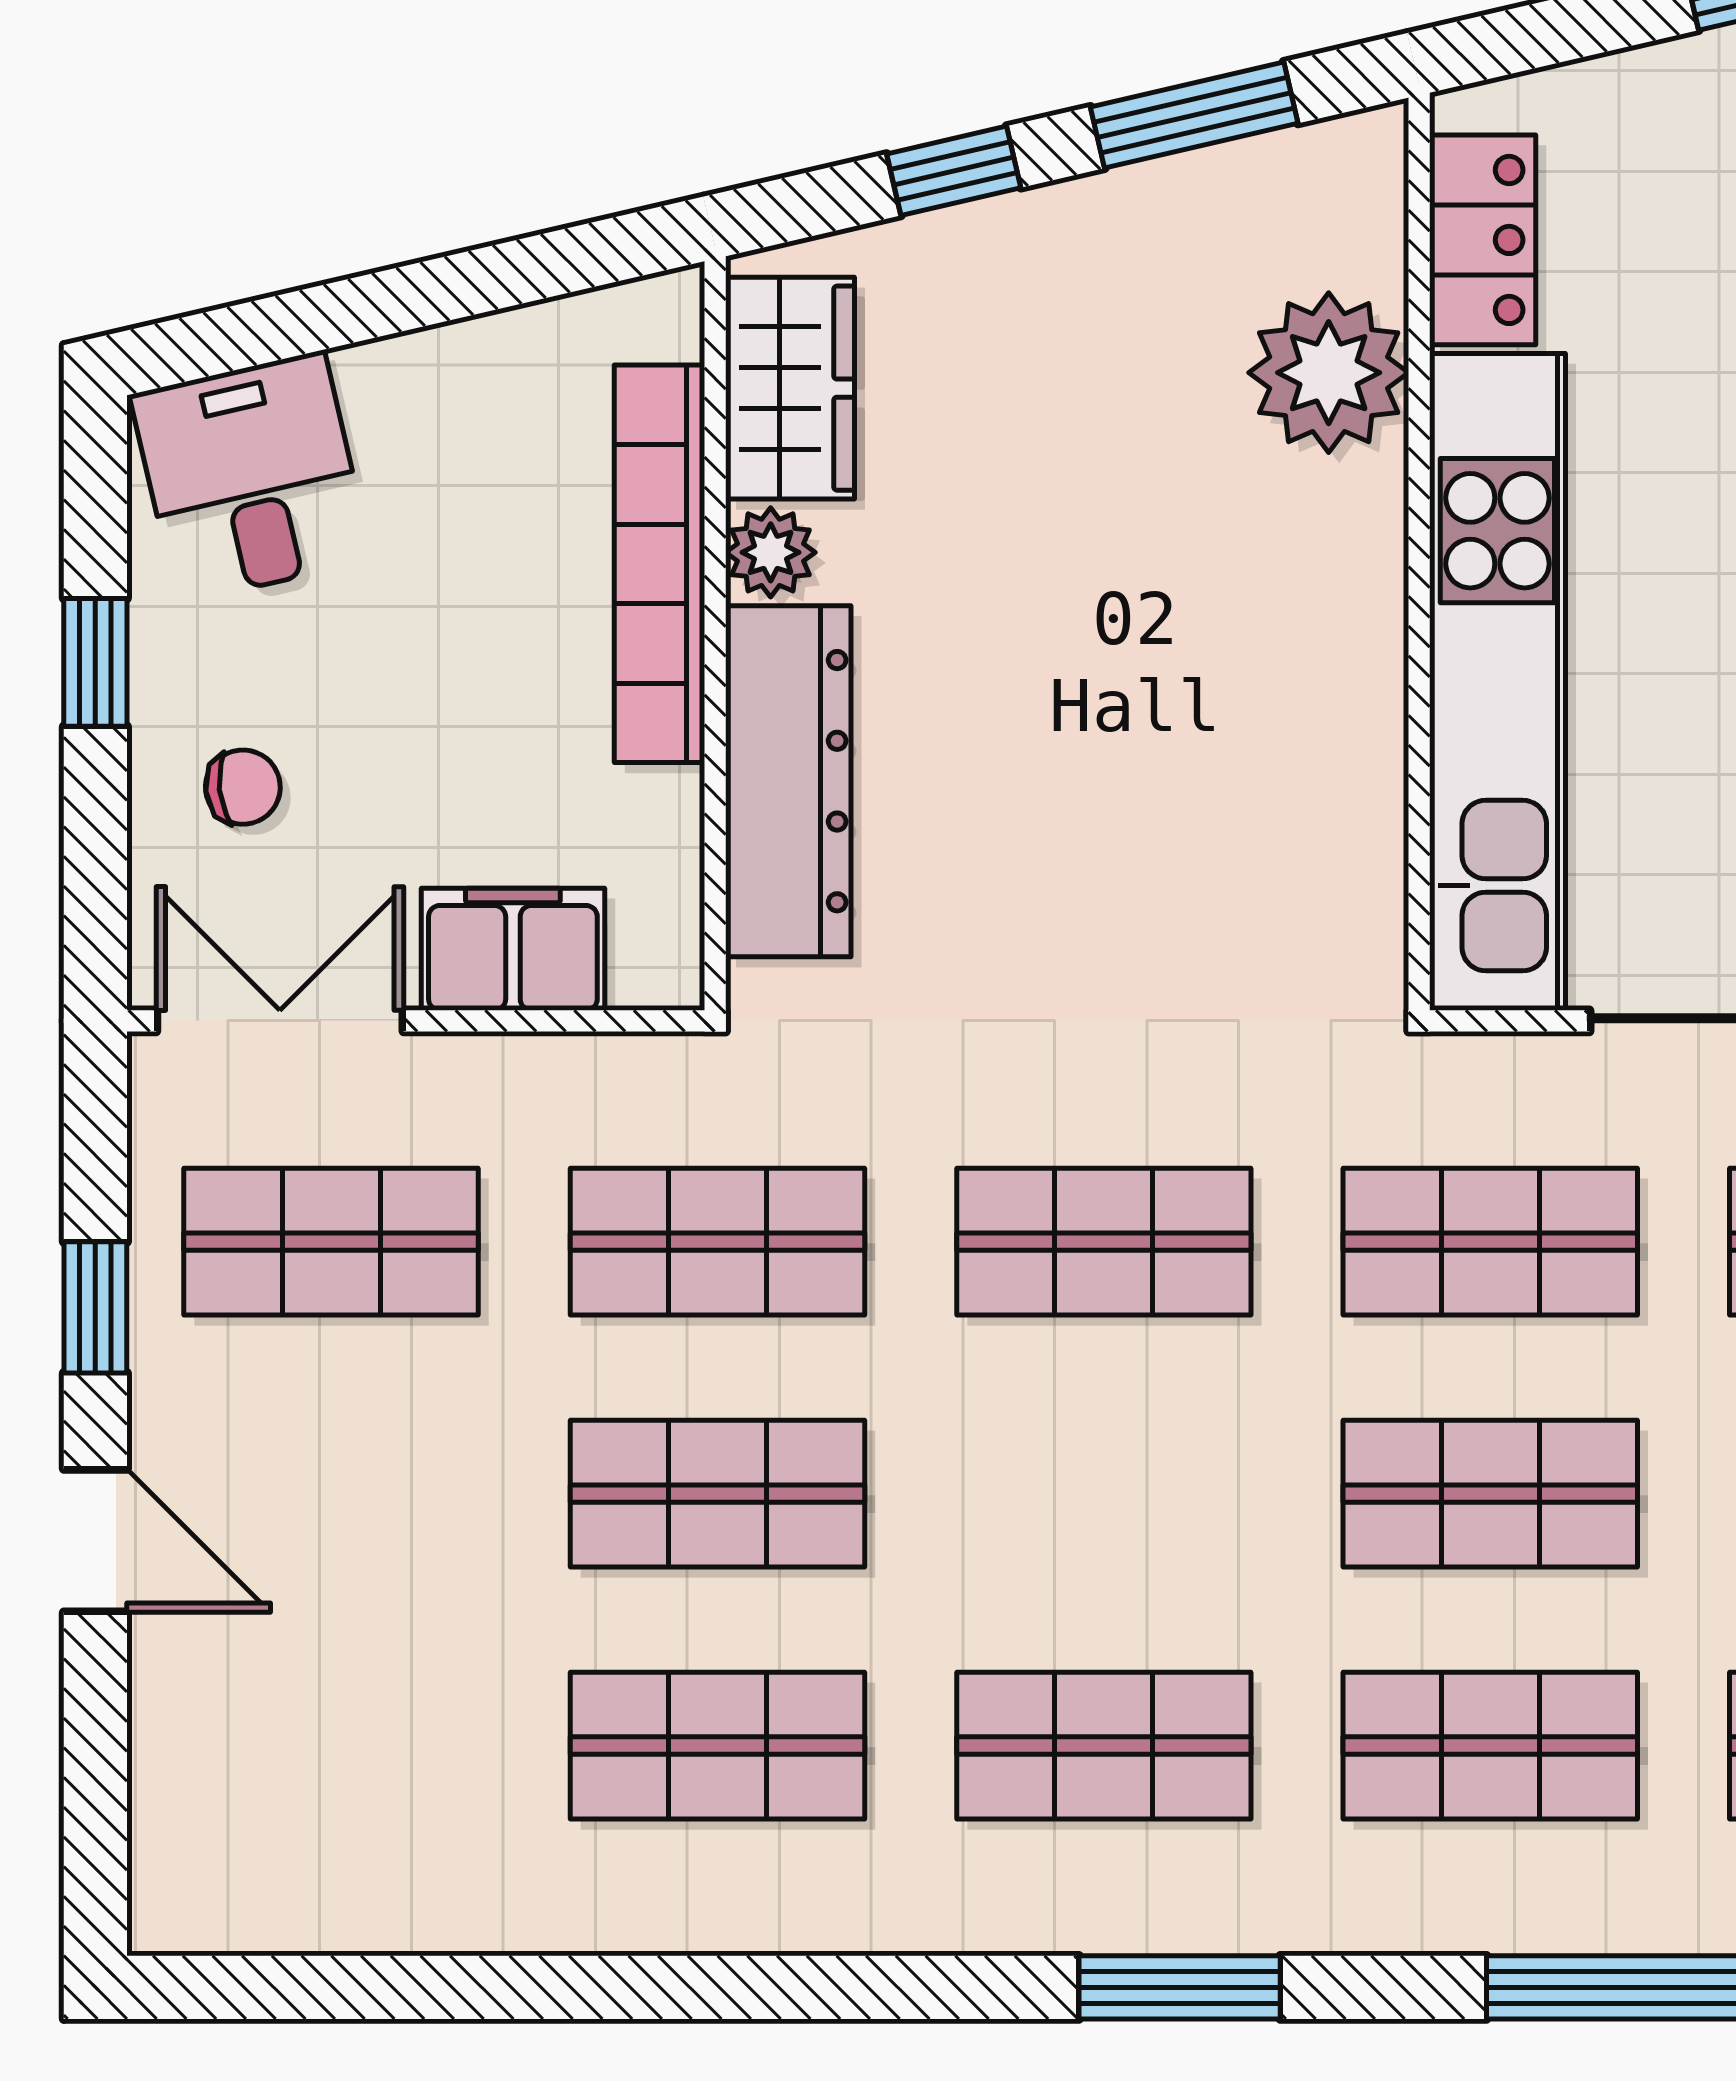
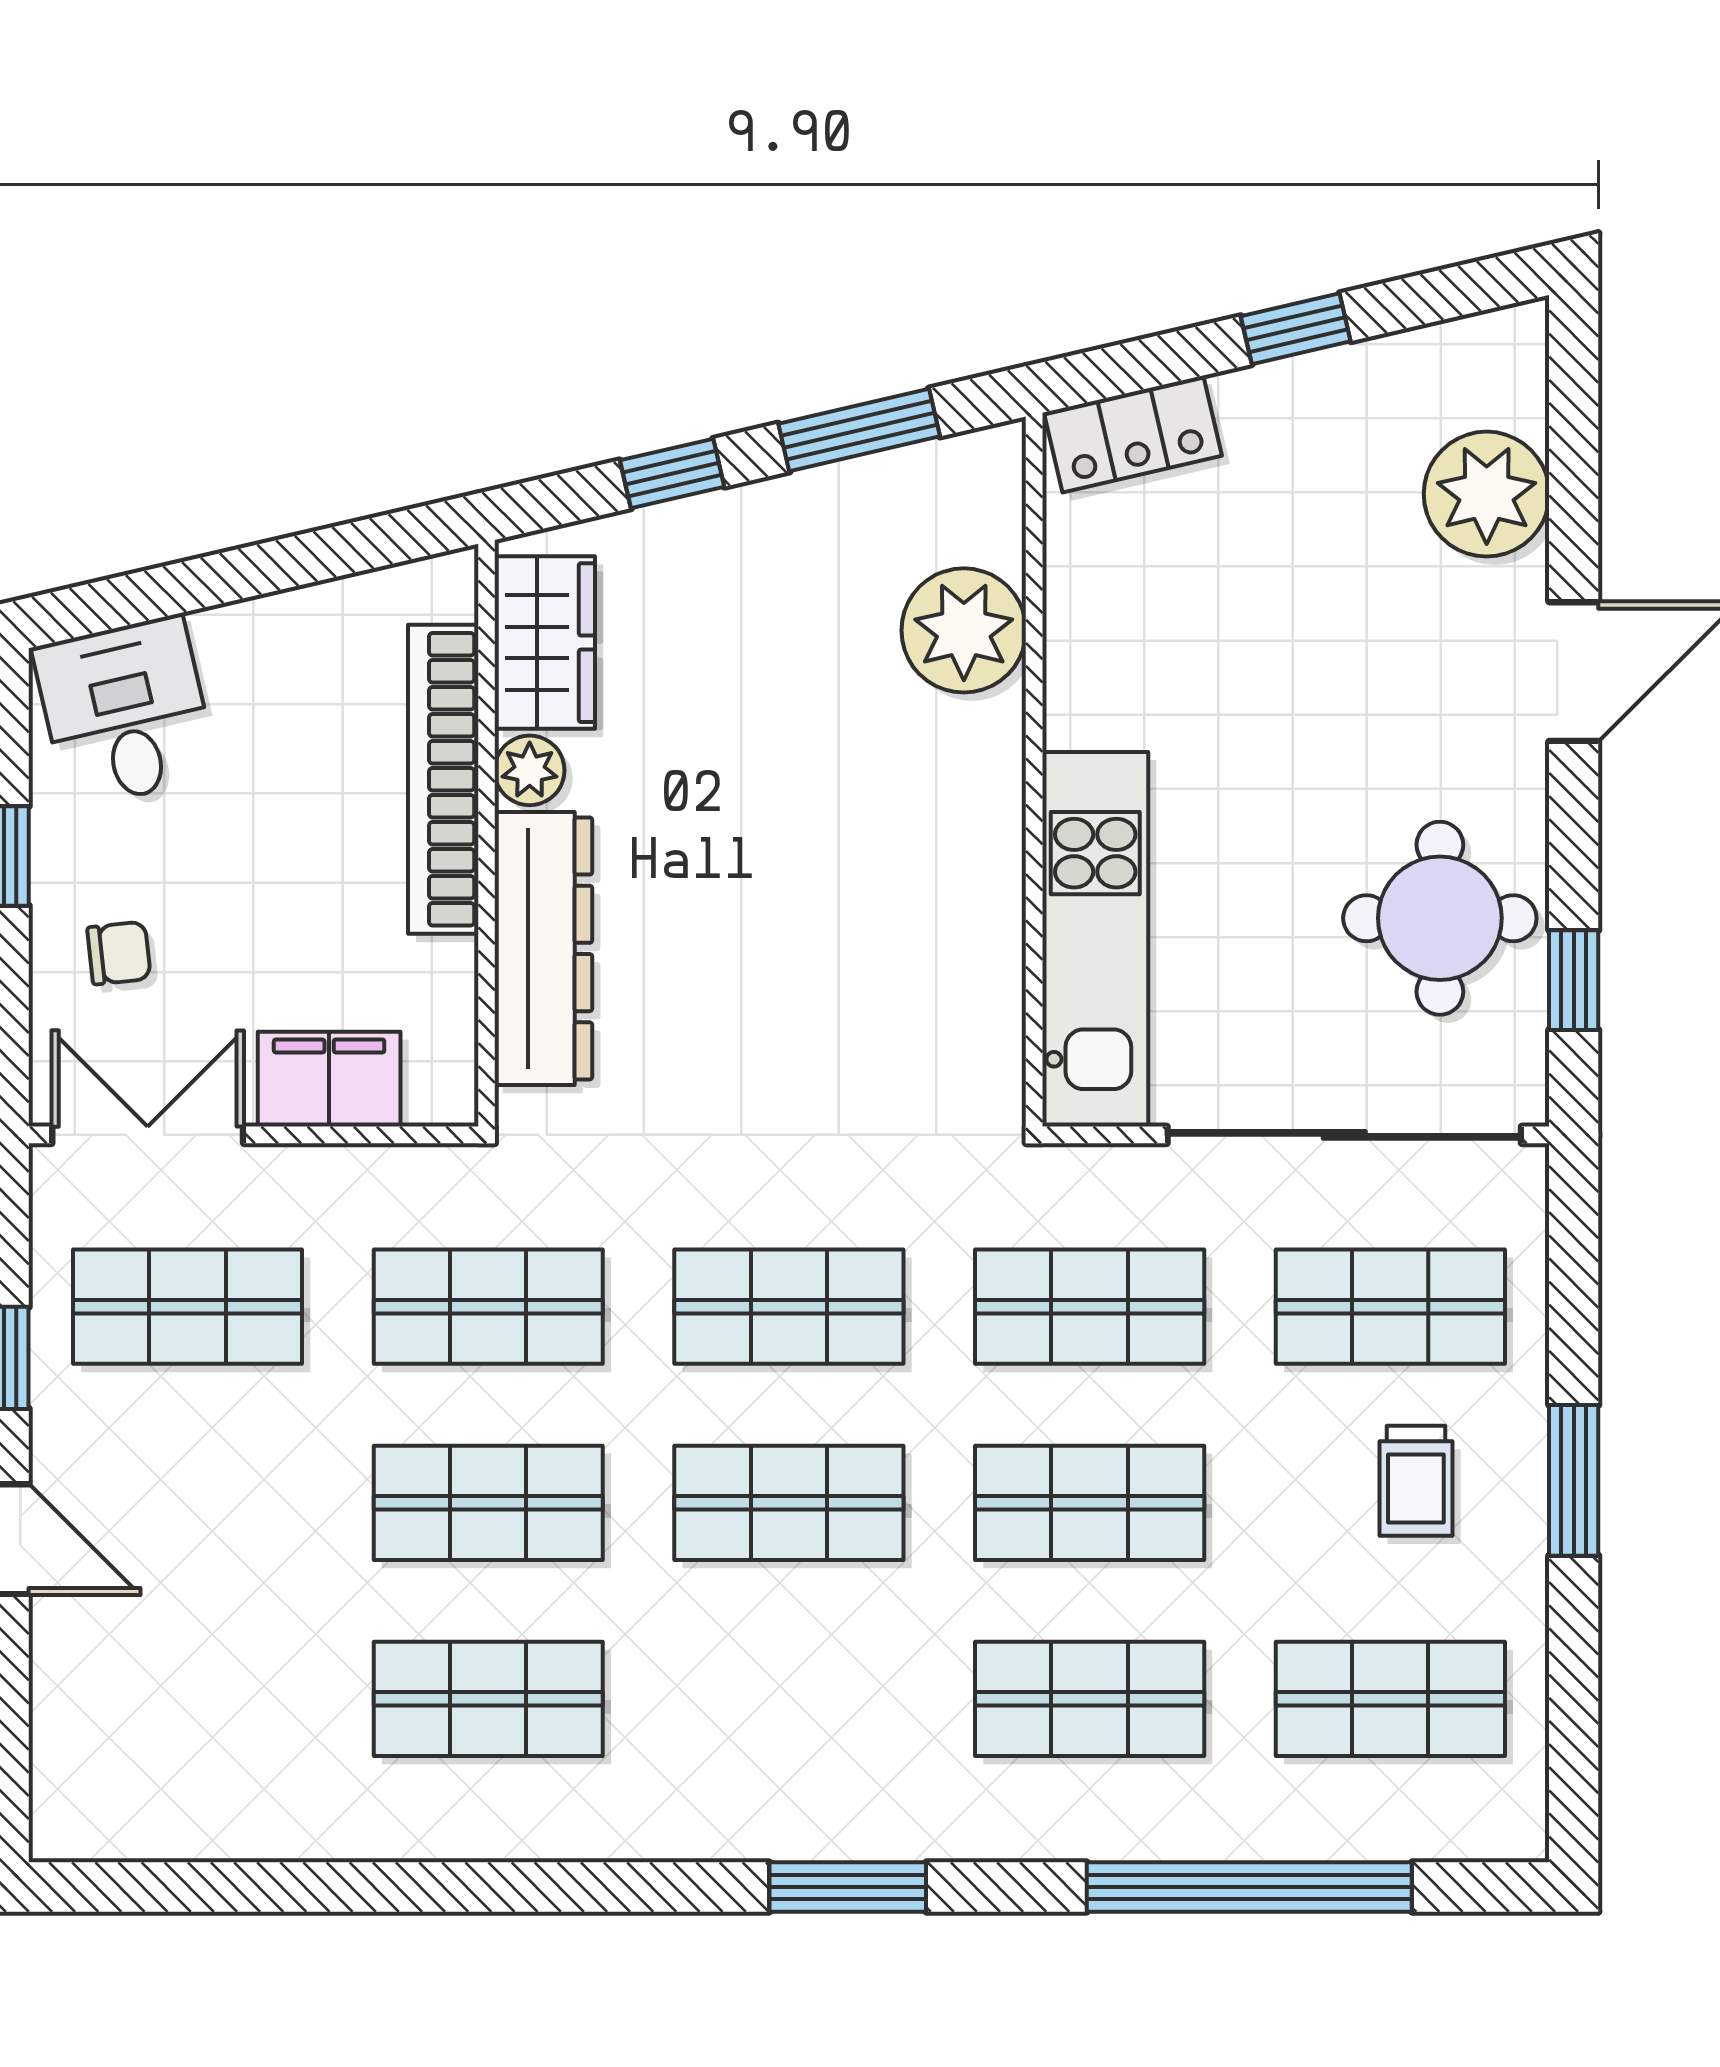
locker: (1483, 240) -> (1133, 434), moved, turned 77
kitchen unit: (1497, 682) -> (1095, 939), width x0.73
shop shelf: (1104, 1746) -> (789, 1503), moved

